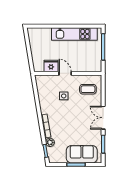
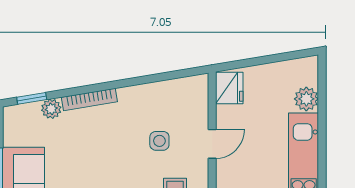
plant: (46, 33) -> (306, 99), added
fridge: (51, 66) -> (229, 88), moved

